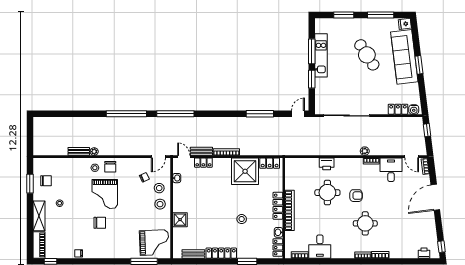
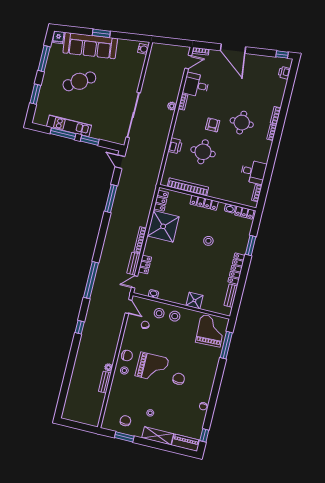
locker: (398, 109) -> (139, 64), removed
window: (126, 114) -> (80, 327), width x0.32
window: (427, 130) -> (166, 41), removed
bookcase: (290, 210) -> (188, 187), moved

